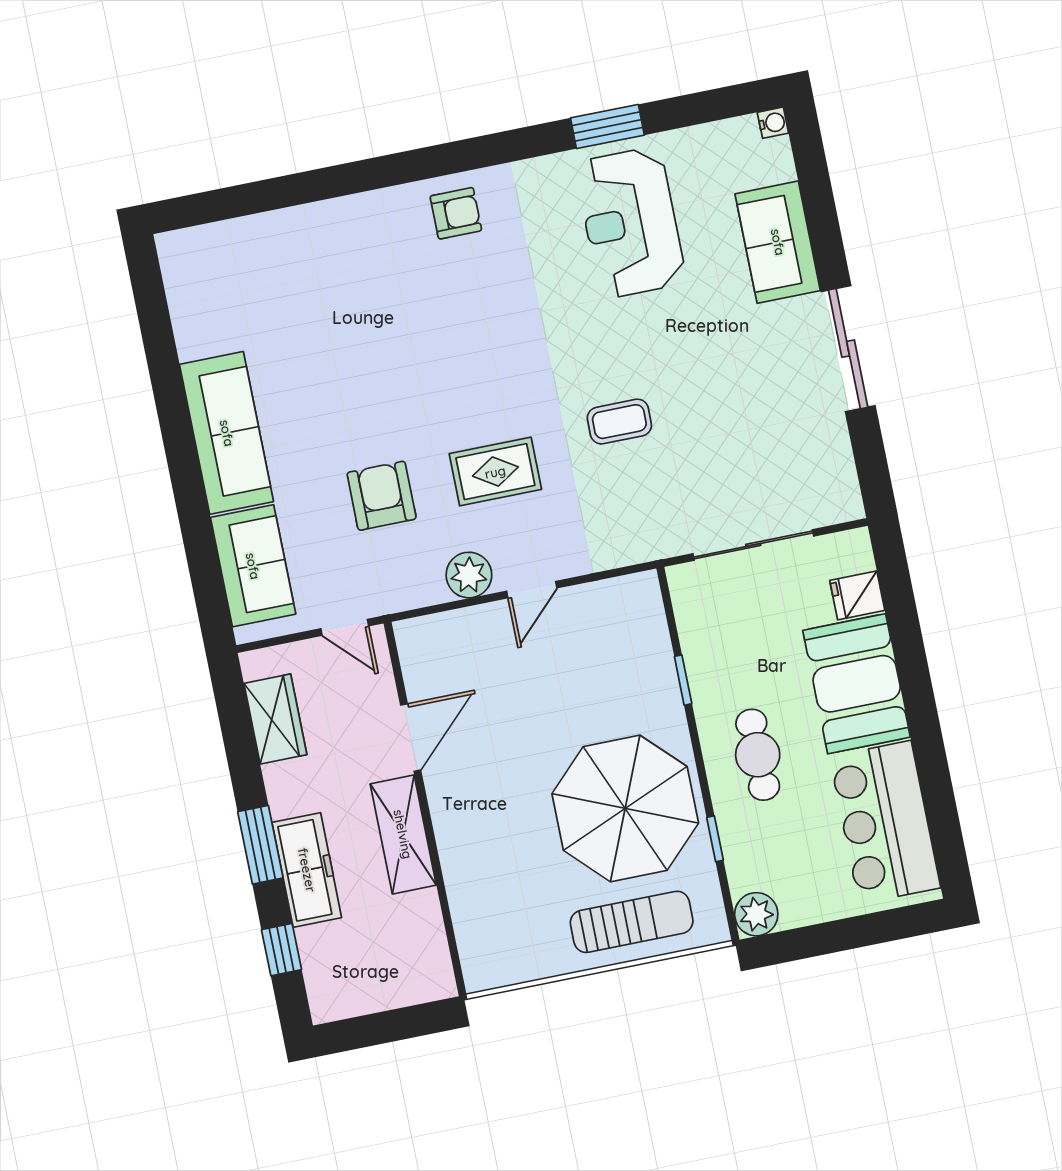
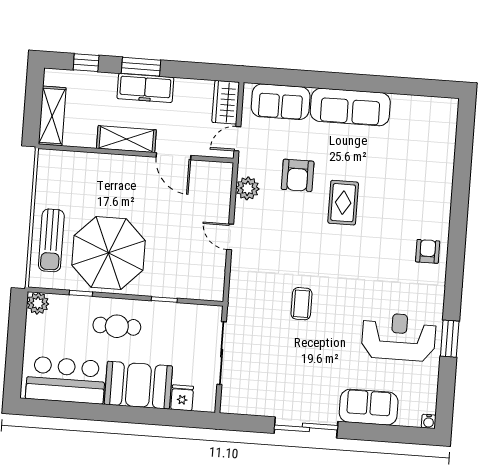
armchair: (456, 213) -> (428, 251), turned 180
rug: (495, 472) -> (343, 203), moved
armchair: (382, 496) -> (298, 175), turned 90
plant: (469, 575) -> (248, 188), moved
wardrobe: (275, 719) -> (226, 102), moved, turned 90
freezer: (307, 870) -> (145, 88), moved
shelving: (399, 985) -> (52, 116), added

